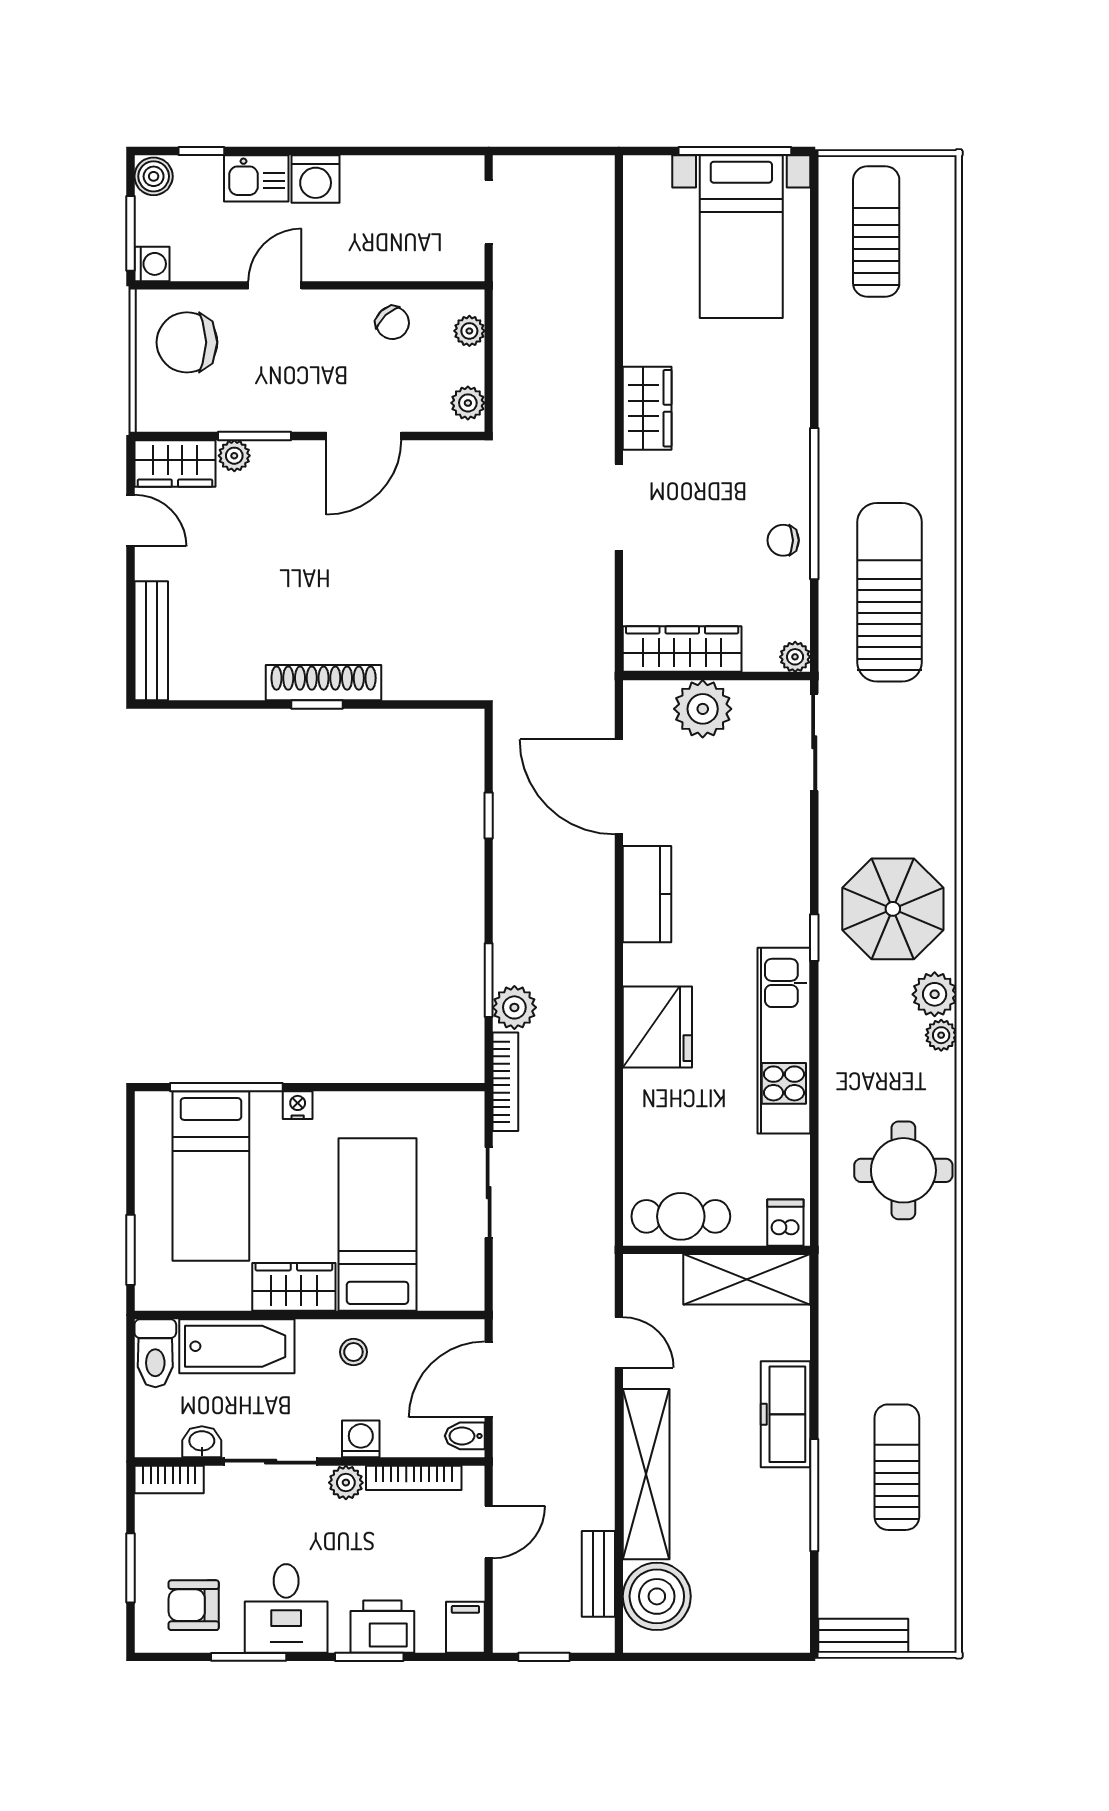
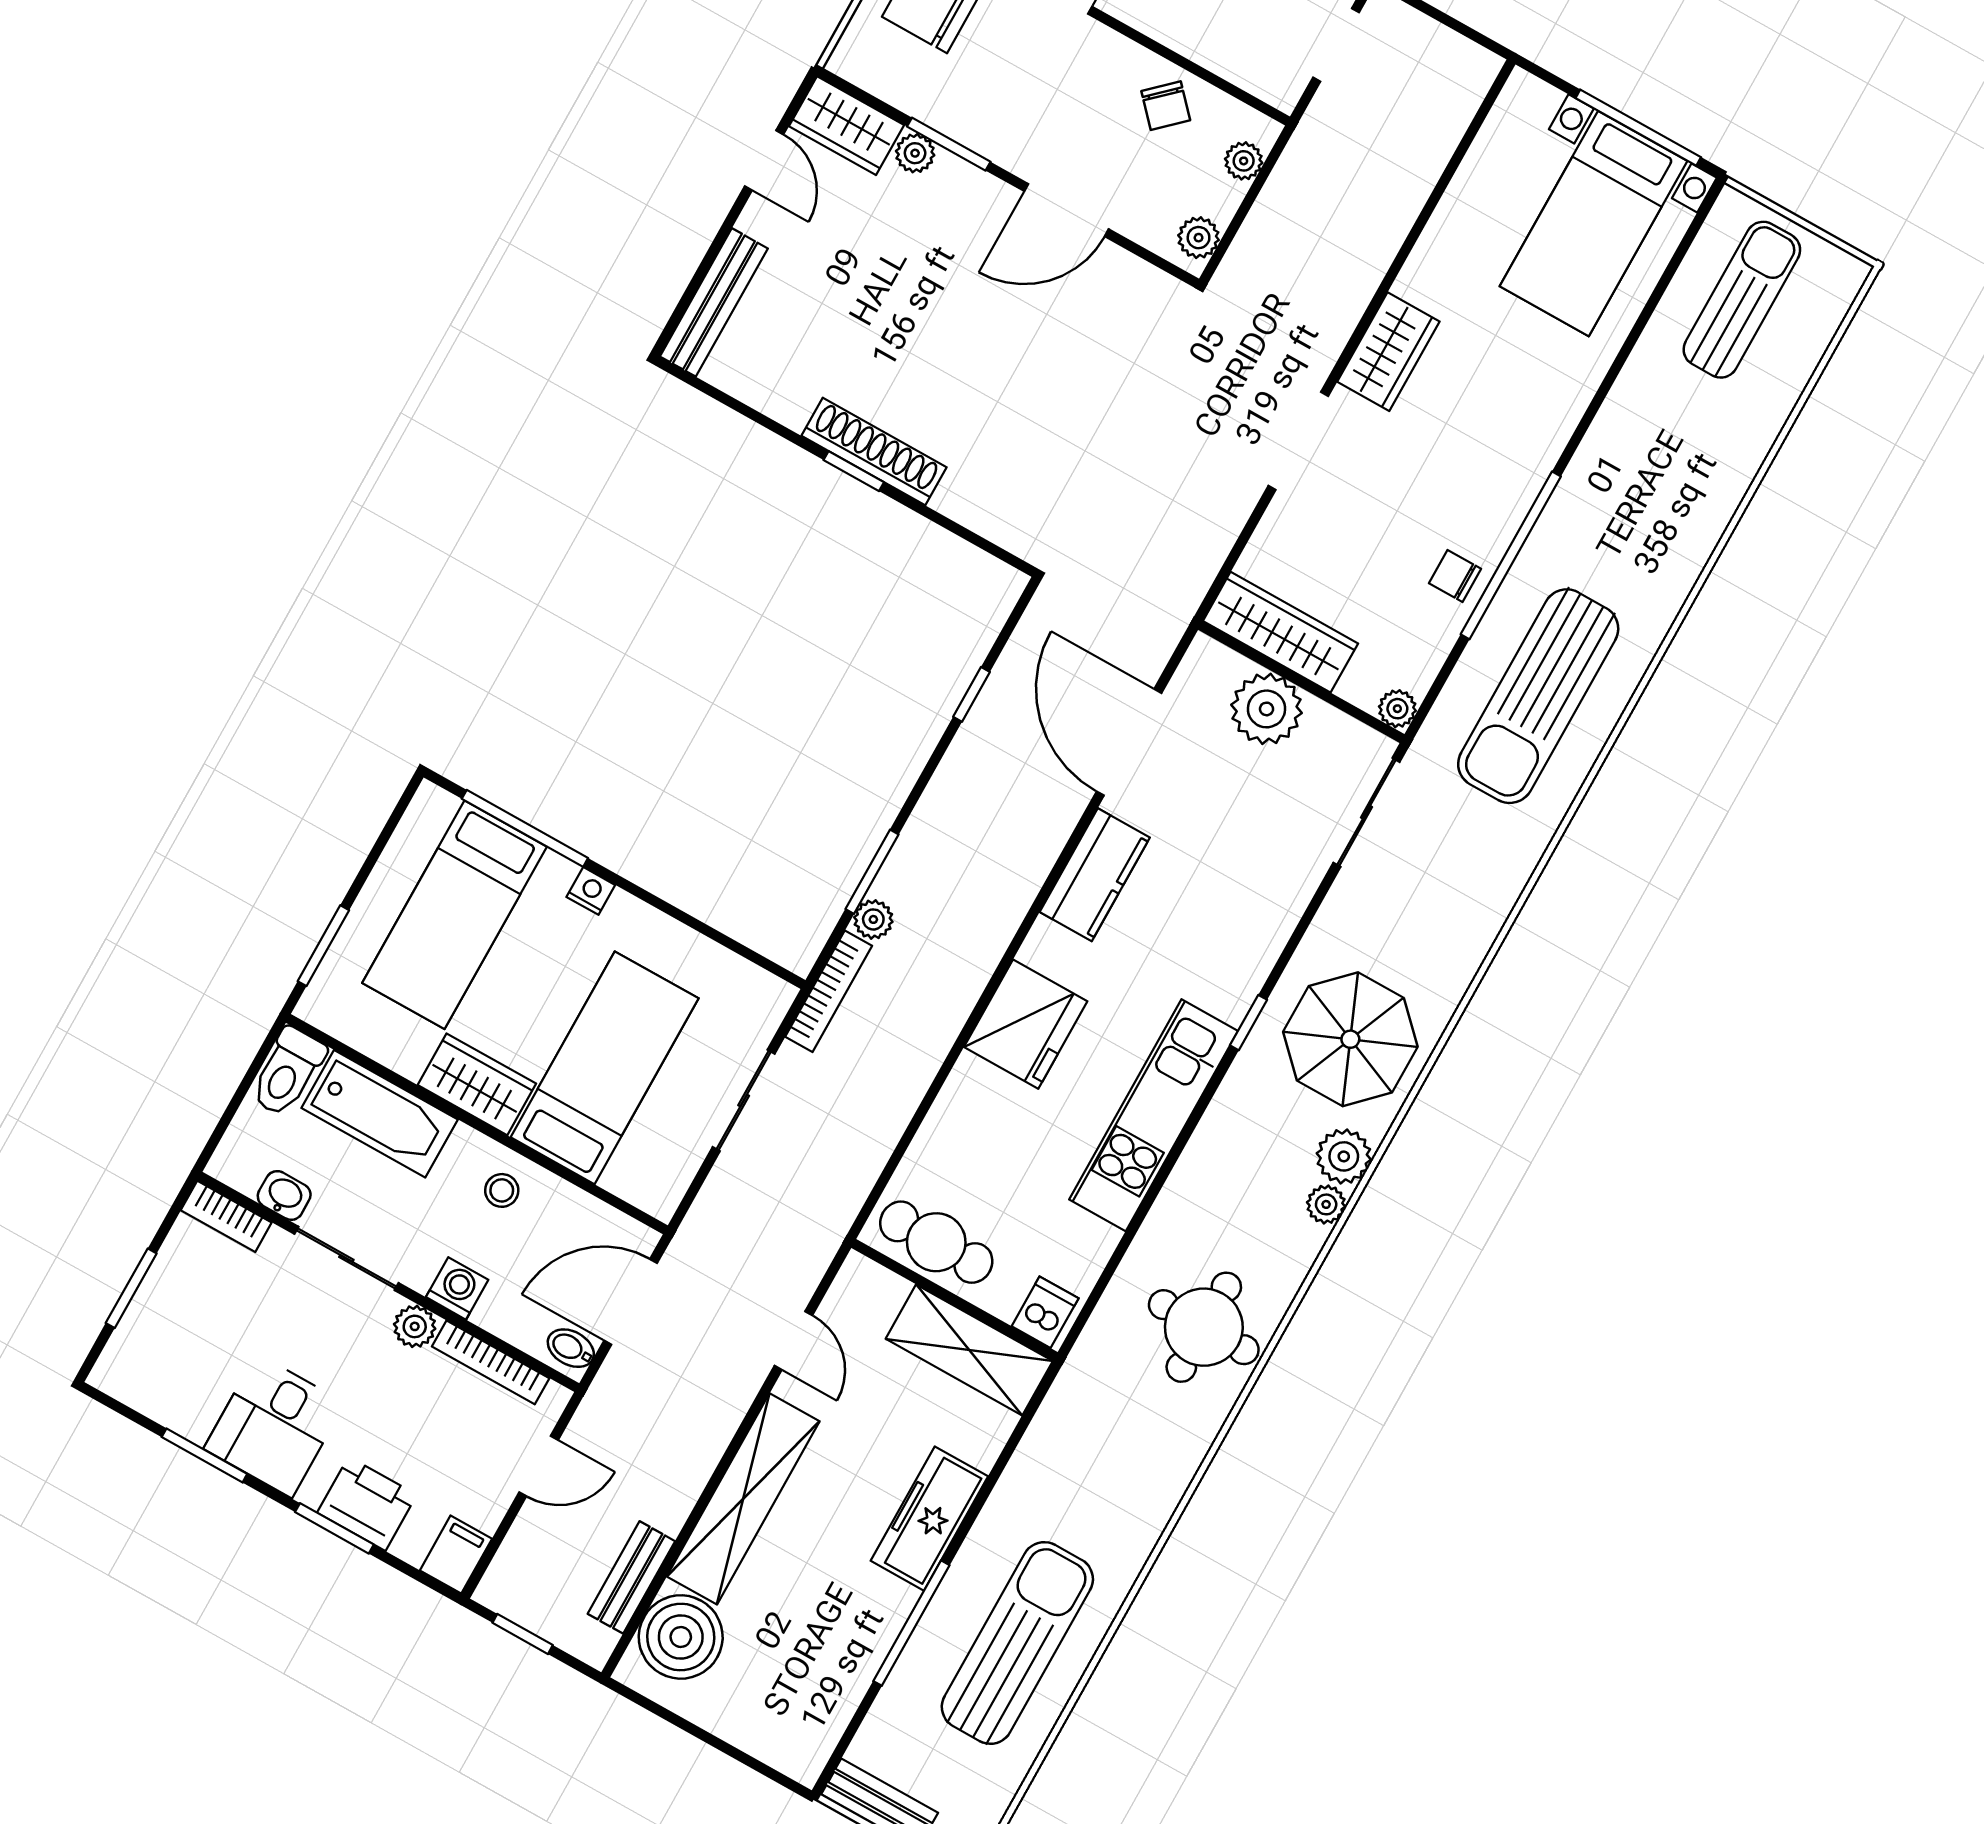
sun lounger: (889, 592) -> (1538, 696), turned 180
plant: (514, 1007) -> (873, 919), width x0.73, depth x0.73
sun lounger: (897, 1467) -> (1017, 1643), width x1.36, depth x1.34
armchair: (194, 1605) -> (177, 1367), removed

